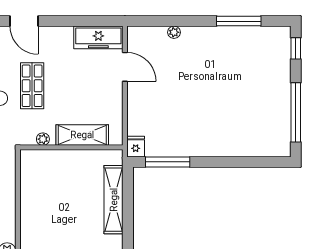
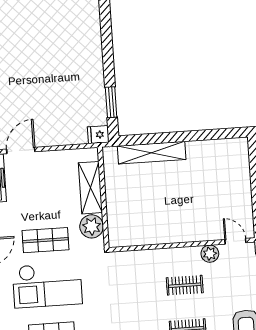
plant: (43, 139) -> (92, 226), width x1.87, depth x1.87
window: (168, 162) -> (111, 102), width x0.69

